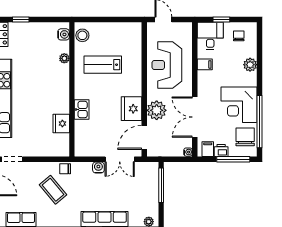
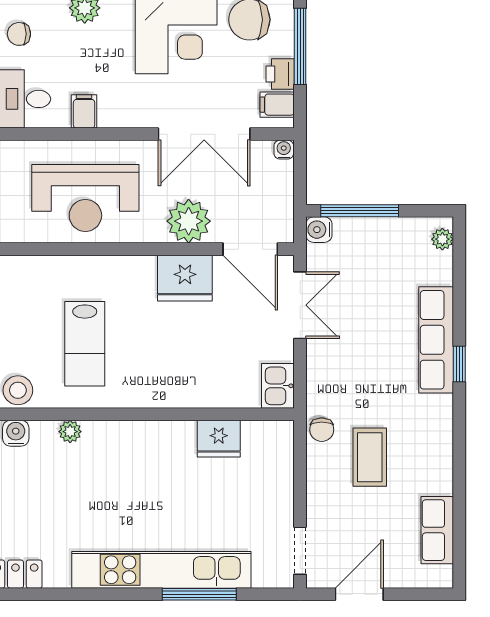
kitchen sink: (82, 109) -> (278, 386), moved, turned -90
water cooler: (98, 167) -> (319, 230), moved
coffee table: (53, 190) -> (370, 457), turned -50

